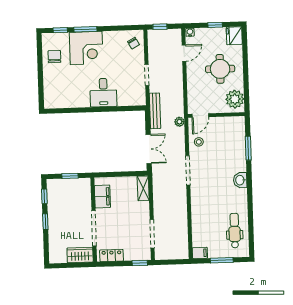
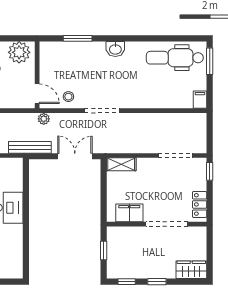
dental chair: (235, 231) -> (175, 58), width x1.36, depth x1.38
wardrobe: (80, 255) -> (191, 270), moved, turned 90
window: (222, 260) -> (210, 61), moved

